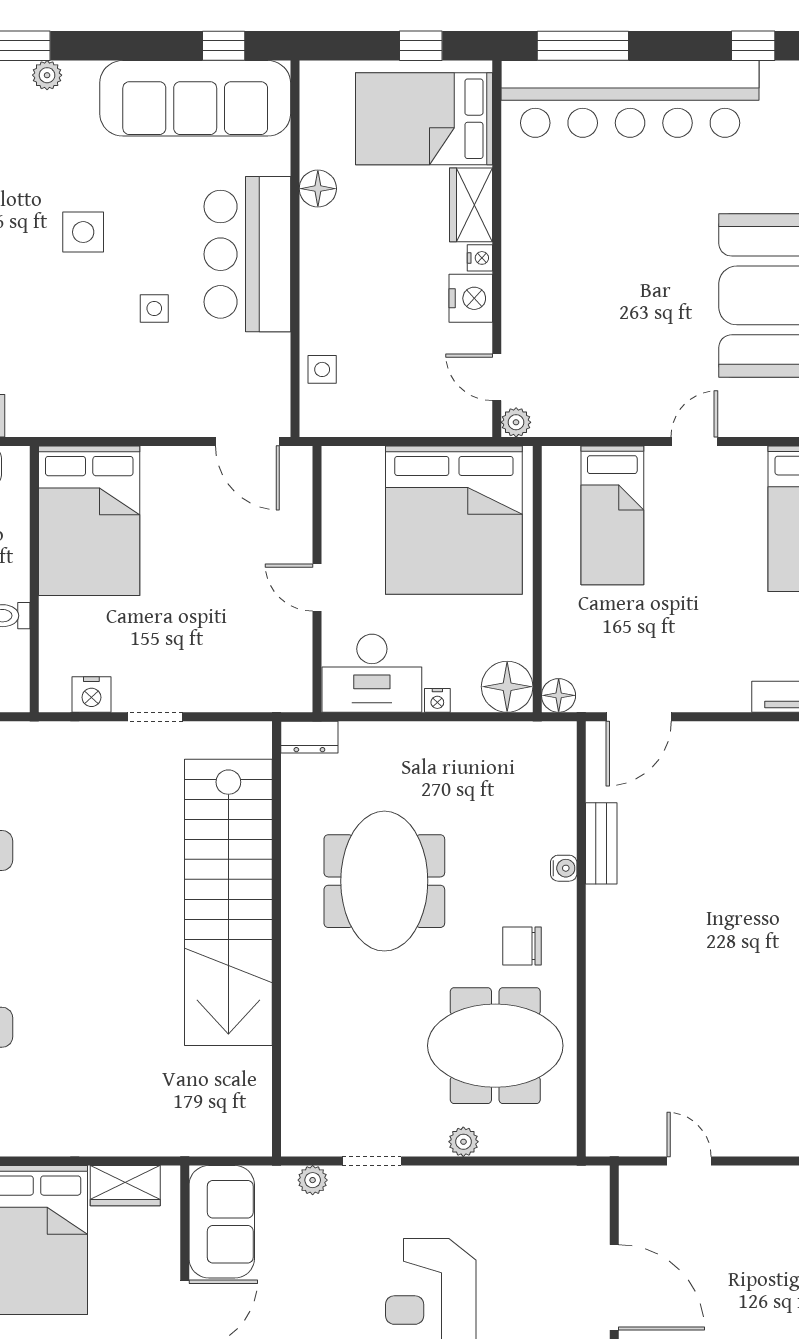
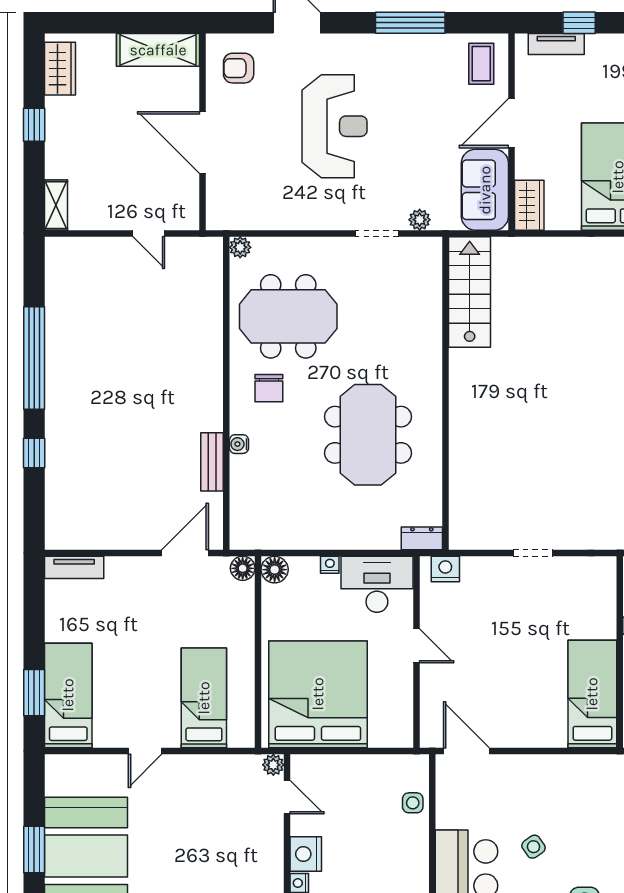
side table: (154, 308) -> (533, 847), turned -35
bed: (89, 521) -> (592, 694), width x0.67
floor lamp: (507, 687) -> (275, 570), width x0.73, depth x0.73
nightstand: (91, 695) -> (445, 569), moved
stairs: (228, 902) -> (470, 292), moved, width x0.54, depth x0.66
chair: (522, 946) -> (269, 388), turned 90
plant: (463, 1142) -> (240, 247), moved
wardrobe: (125, 1186) -> (529, 205), moved, turned 90

